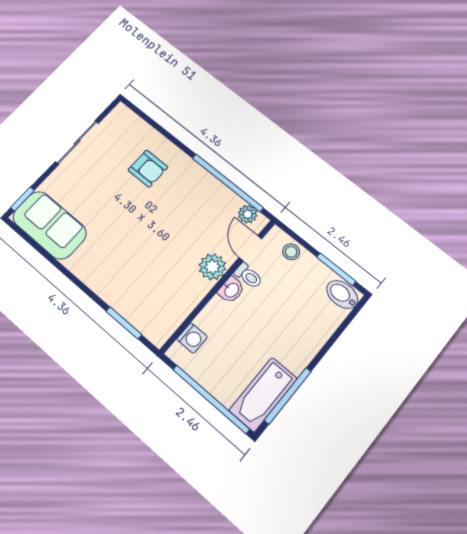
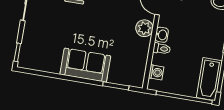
sofa: (50, 225) -> (85, 65), moved
toilet: (248, 276) -> (162, 49), moved

